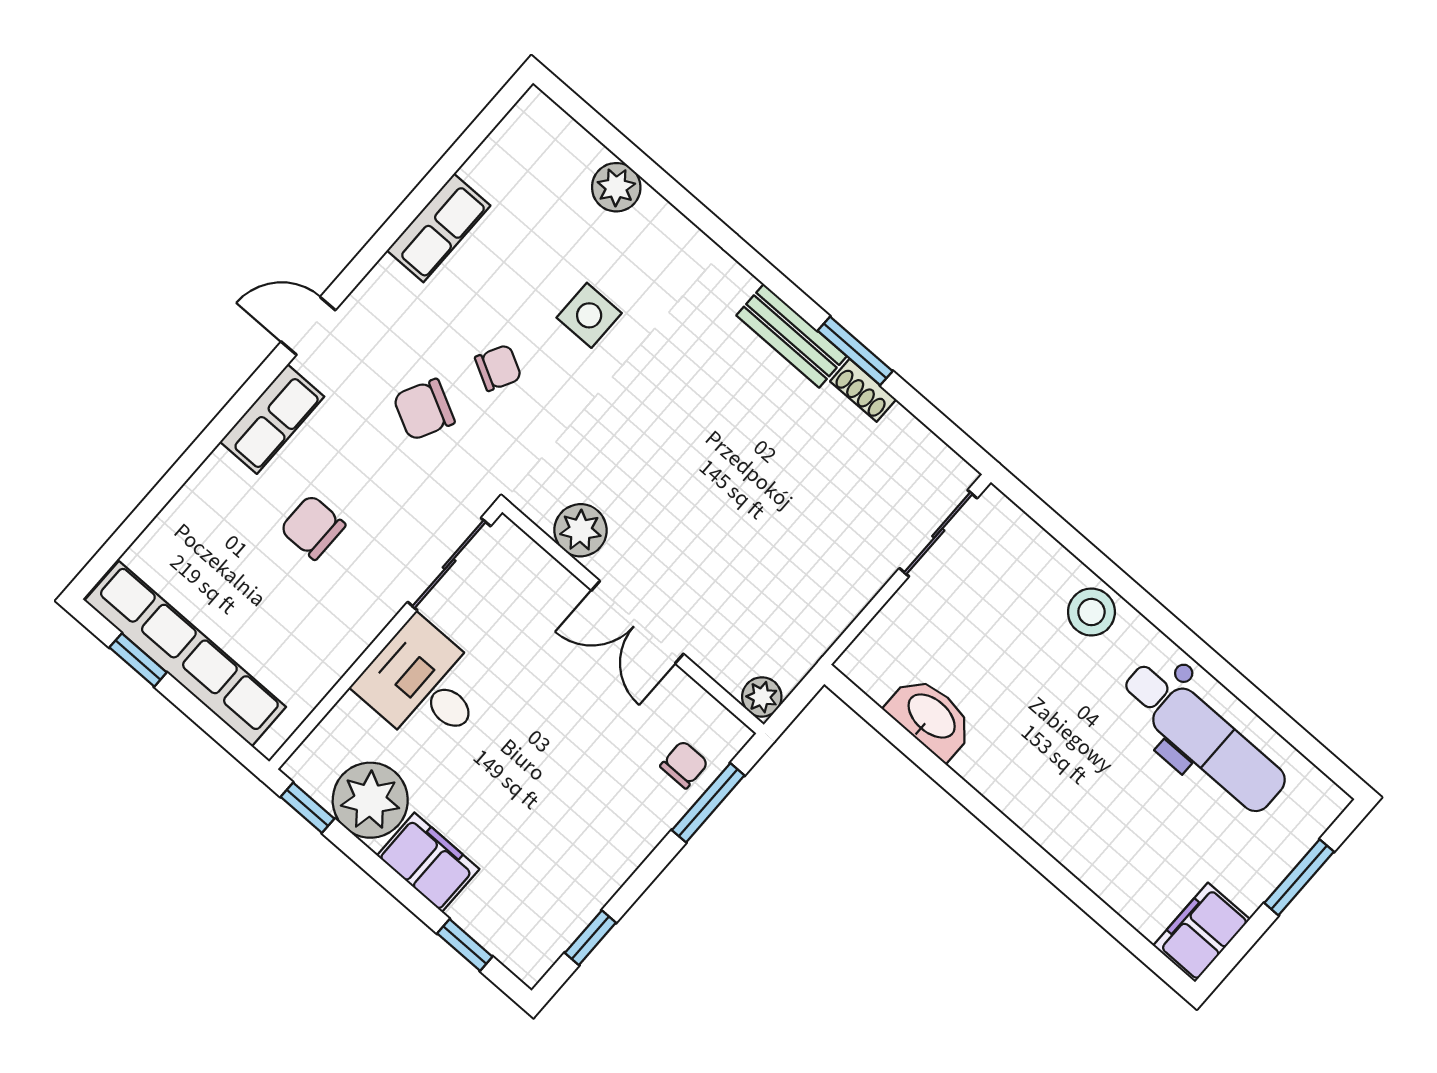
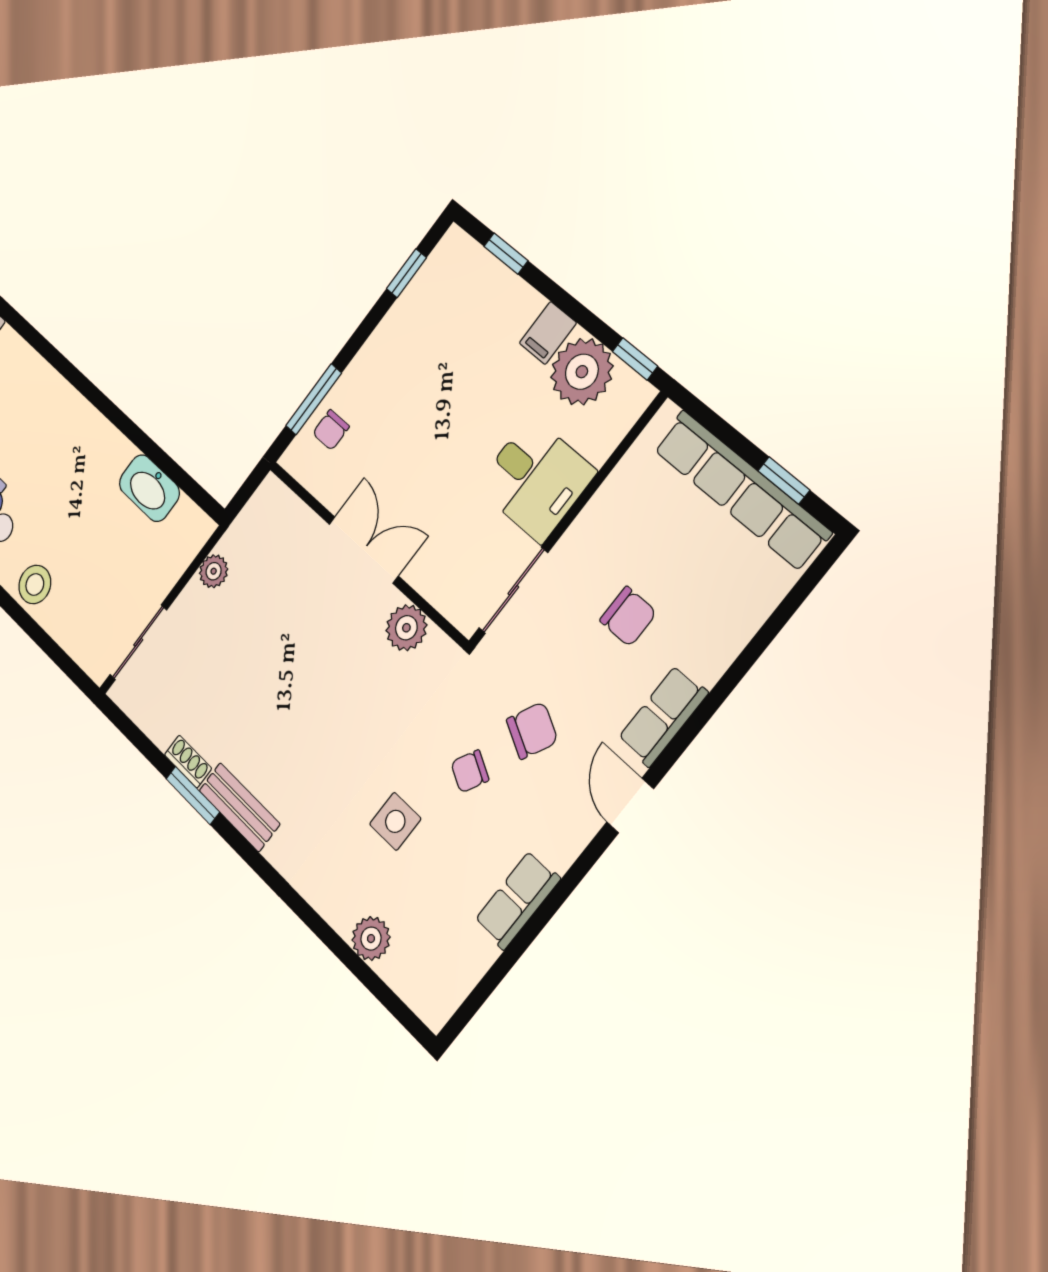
door: (308, 326) -> (630, 805), swing flipped
plant: (762, 697) -> (214, 571), moved
filing cabinet: (428, 862) -> (548, 333), width x0.50

